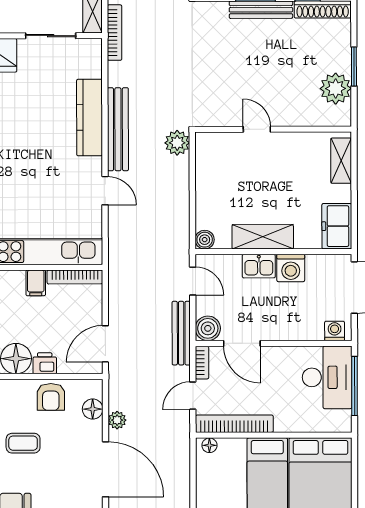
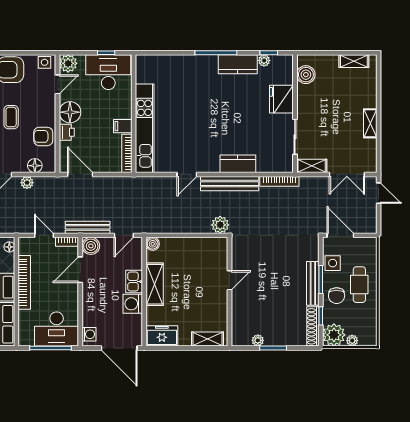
bookcase: (115, 33) -> (279, 181), moved
plant: (336, 89) -> (258, 340), width x0.53, depth x0.53
kitchen counter: (90, 118) -> (238, 164), width x0.67
bookcase: (234, 424) -> (24, 282), moved

